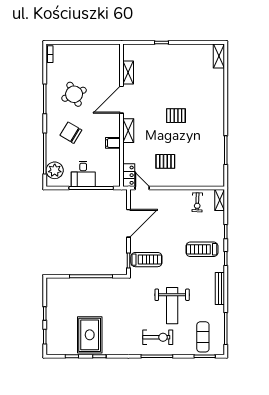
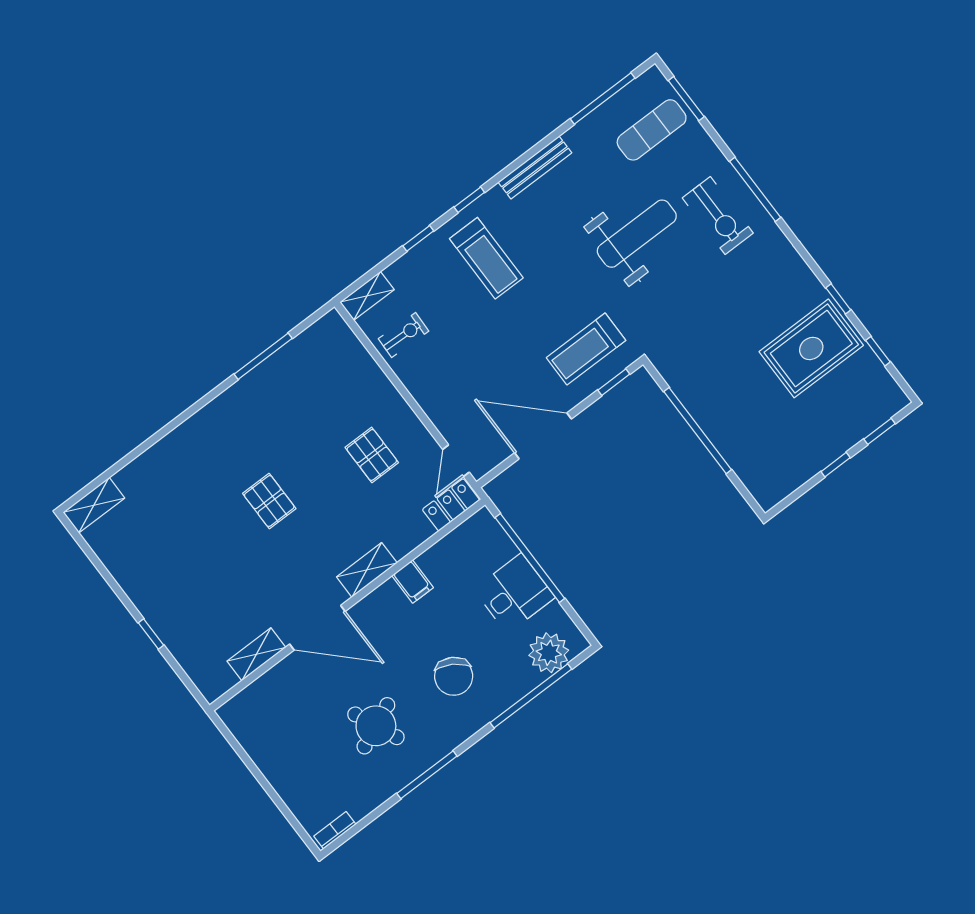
treadmill: (146, 260) -> (586, 349), turned -90
exercise bike: (158, 337) -> (718, 216), turned 180

